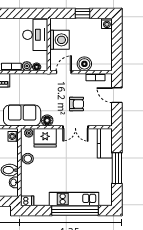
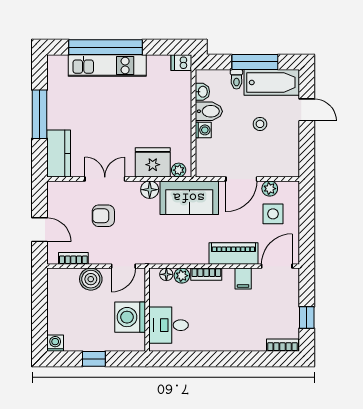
desk: (35, 35) -> (169, 325), width x0.73
washing machine: (13, 136) -> (203, 130), moved
stool: (28, 159) -> (180, 129), removed

